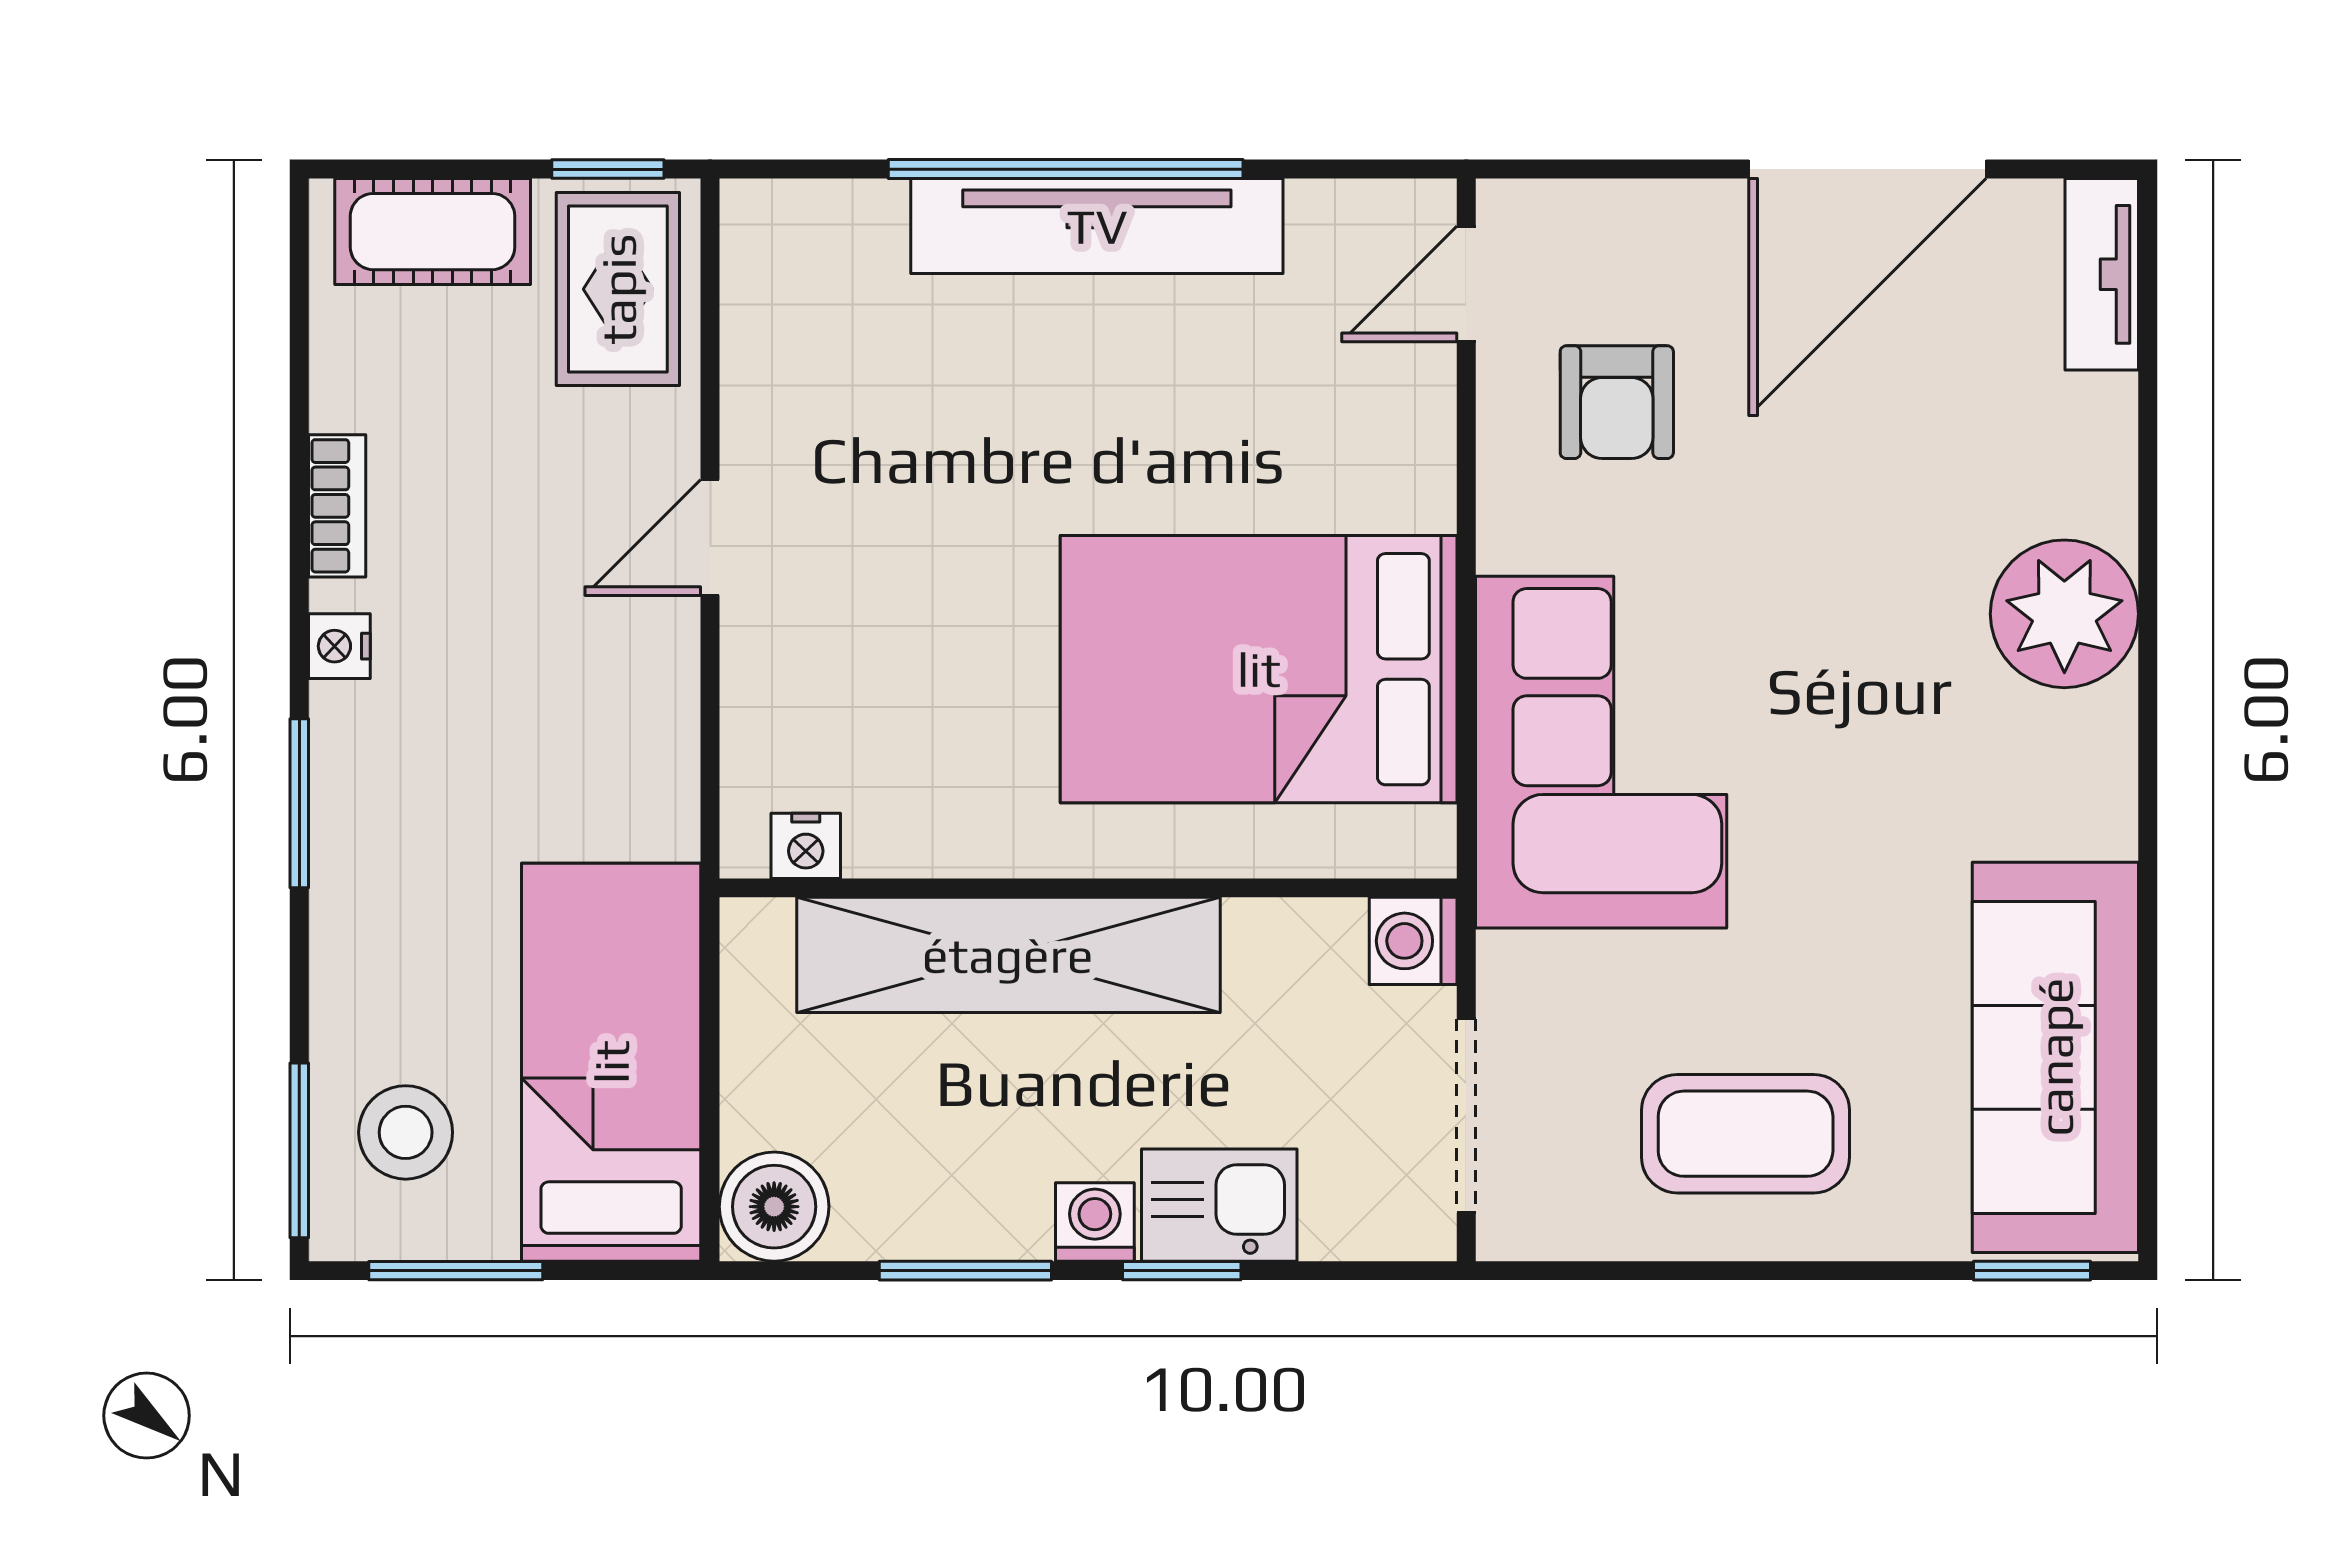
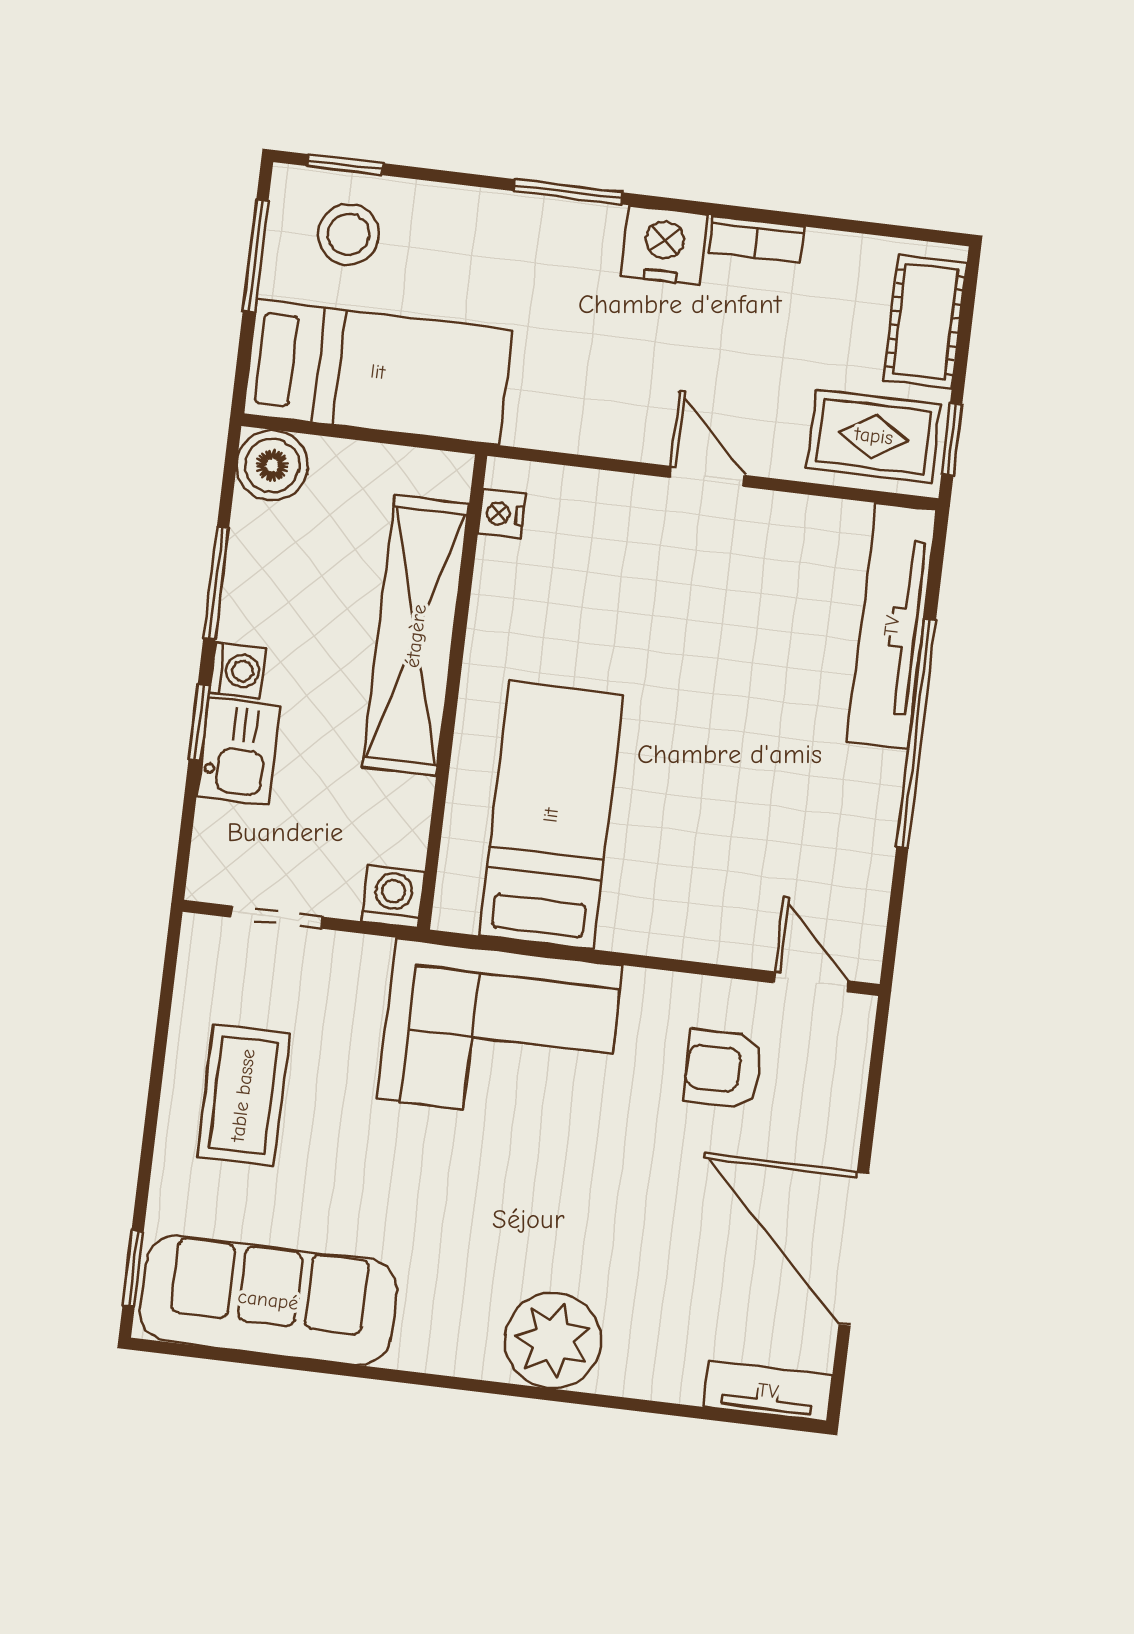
tv unit: (1097, 226) -> (892, 626), moved
nightstand: (339, 646) -> (664, 245), width x1.89, depth x1.79
bed: (1259, 669) -> (551, 815), width x0.67
doorway: (1466, 1116) -> (277, 917), width x0.73
window: (299, 1150) -> (345, 165), width x0.67

